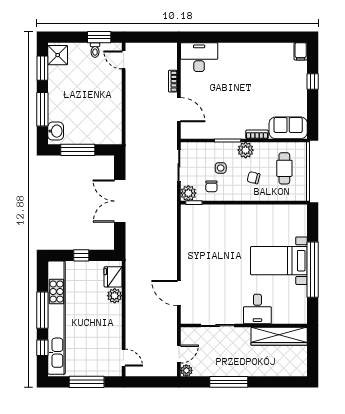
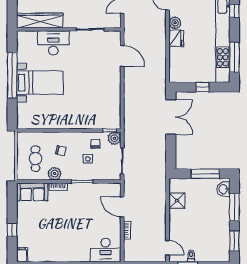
shower: (58, 55) -> (177, 201), moved
plant: (246, 150) -> (55, 174), moved
double door: (120, 201) -> (171, 117), moved
fridge: (113, 277) -> (176, 38), moved
plant: (115, 296) -> (175, 23), moved
desk: (257, 309) -> (53, 43), width x1.37
window: (42, 310) -> (234, 57), moved

